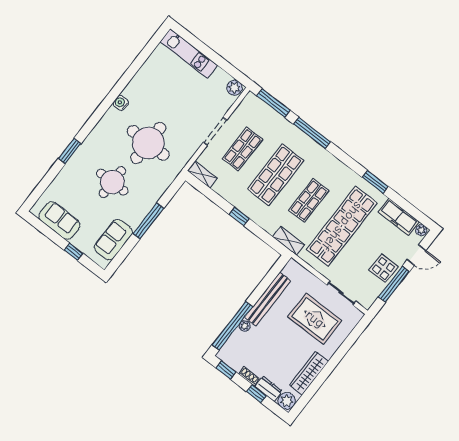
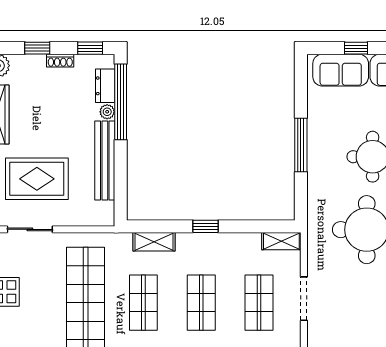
shop shelf: (276, 175) -> (201, 303), width x0.70, depth x0.74
sofa: (113, 240) -> (341, 70), moved, turned 90
shelving: (289, 241) -> (154, 242), moved
dresser: (268, 389) -> (105, 86), moved, turned 90

